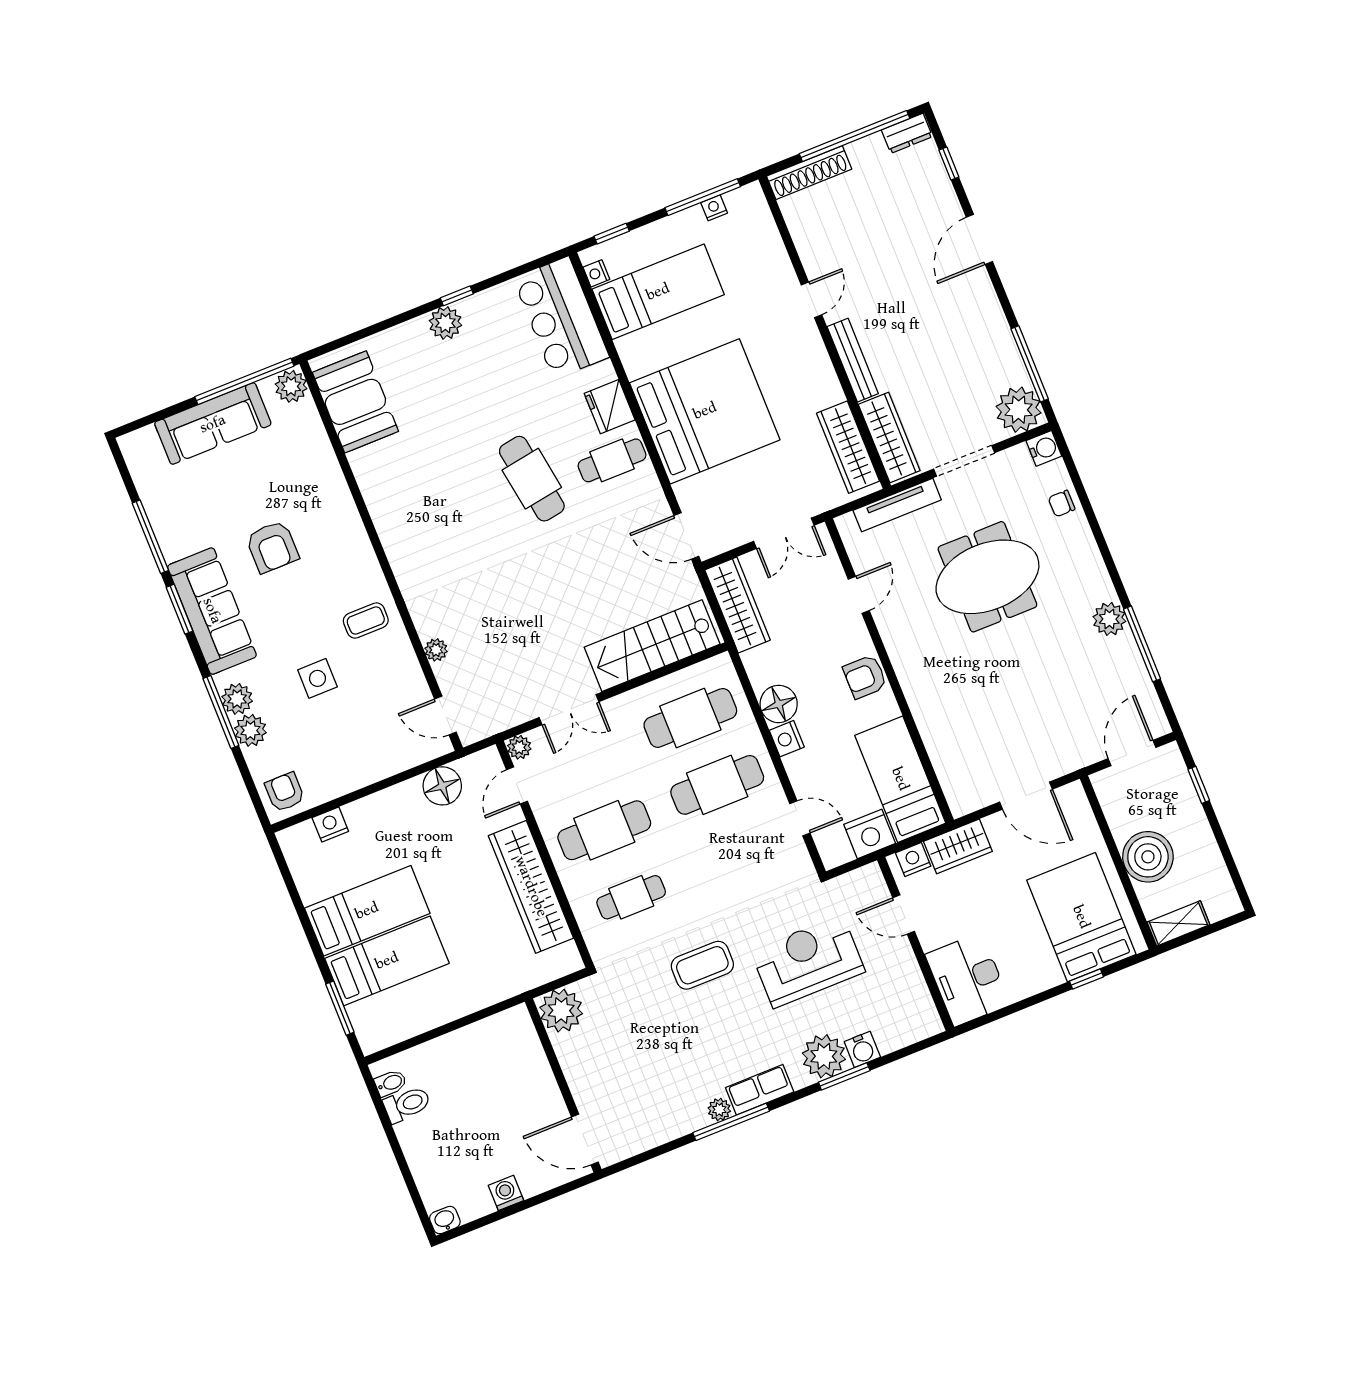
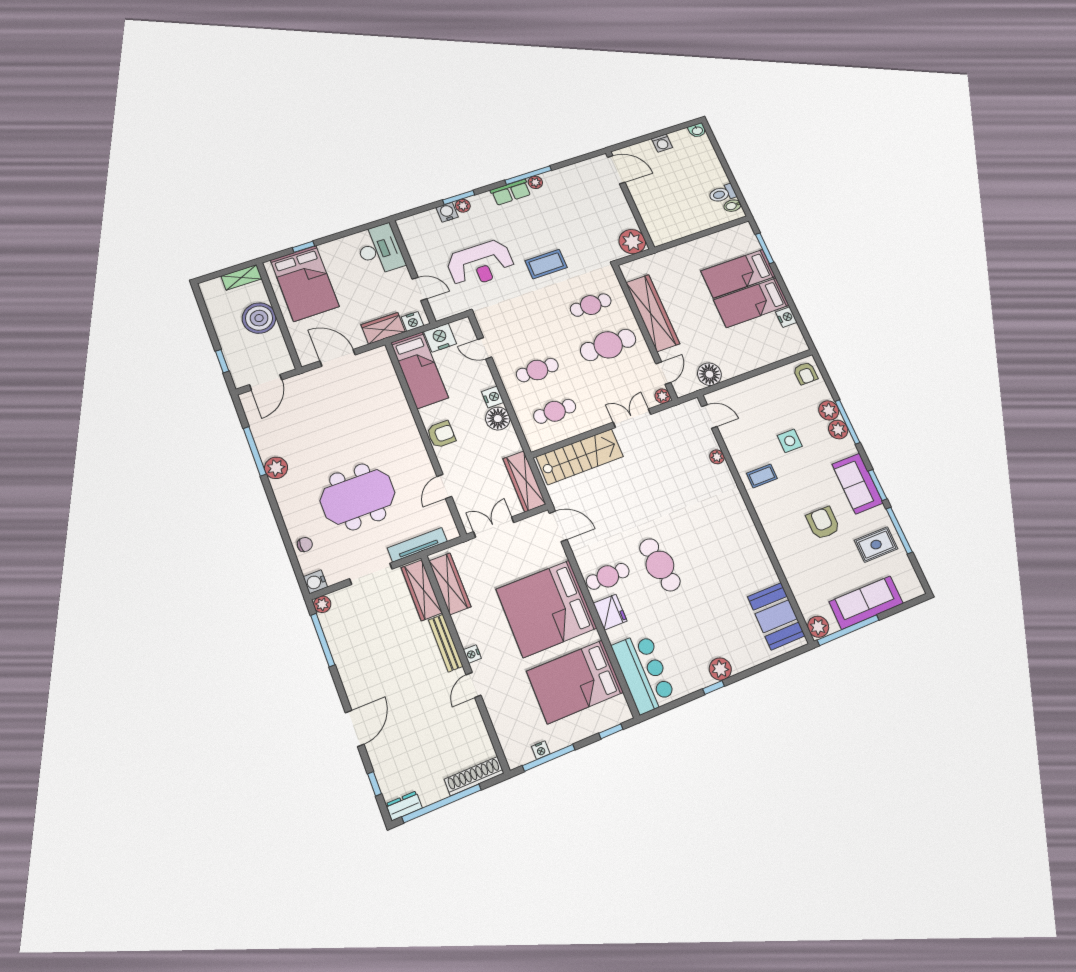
nightstand: (596, 273) -> (472, 654), moved, turned 180
bed: (658, 292) -> (575, 682), width x1.50
plant: (1019, 410) -> (322, 604), width x0.53, depth x0.53
rug: (190, 514) -> (876, 545), added
sofa: (212, 611) -> (858, 484), width x0.73
cafe table: (690, 718) -> (555, 411), width x0.73, depth x0.74
cafe table: (717, 785) -> (537, 370), width x0.73, depth x0.74
nightstand: (330, 825) -> (786, 317), moved, turned -90
plant: (824, 1056) -> (463, 206), width x0.53, depth x0.53

